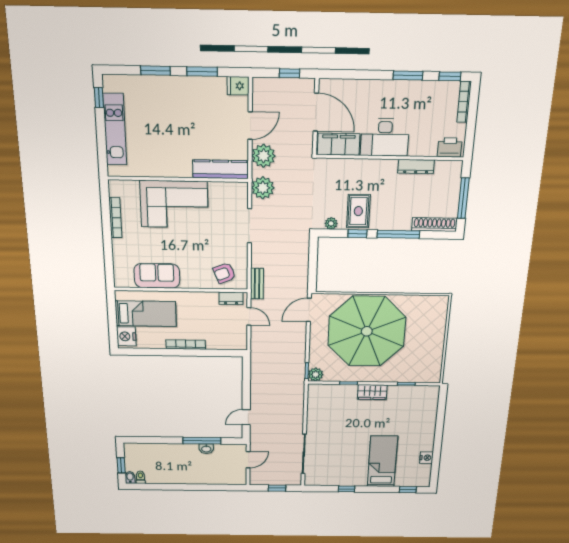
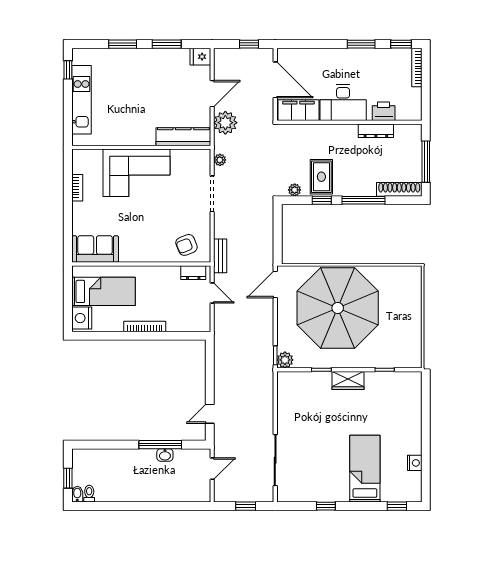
printer: (450, 147) -> (384, 111), moved
plant: (263, 188) -> (220, 160), width x0.53, depth x0.53
bookcase: (115, 218) -> (77, 188), width x0.64
sofa: (157, 276) -> (95, 249), moved

